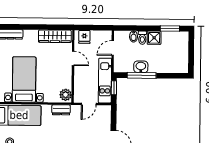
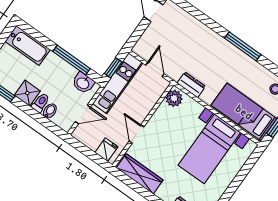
bathtub: (173, 66) -> (28, 46), added
washbasin: (141, 67) -> (83, 83), moved
door: (89, 104) -> (155, 69), hinge flipped

